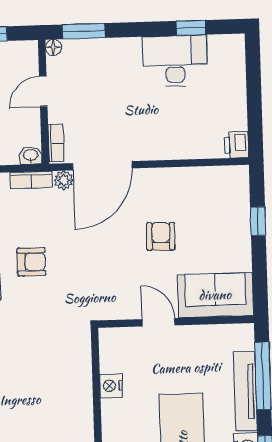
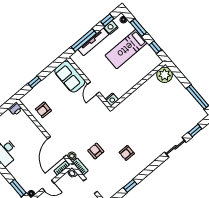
door: (102, 166) -> (57, 147), swing flipped
armchair: (161, 236) -> (43, 110), moved
armchair: (31, 262) -> (96, 151), moved
nightstand: (111, 386) -> (112, 99), moved

